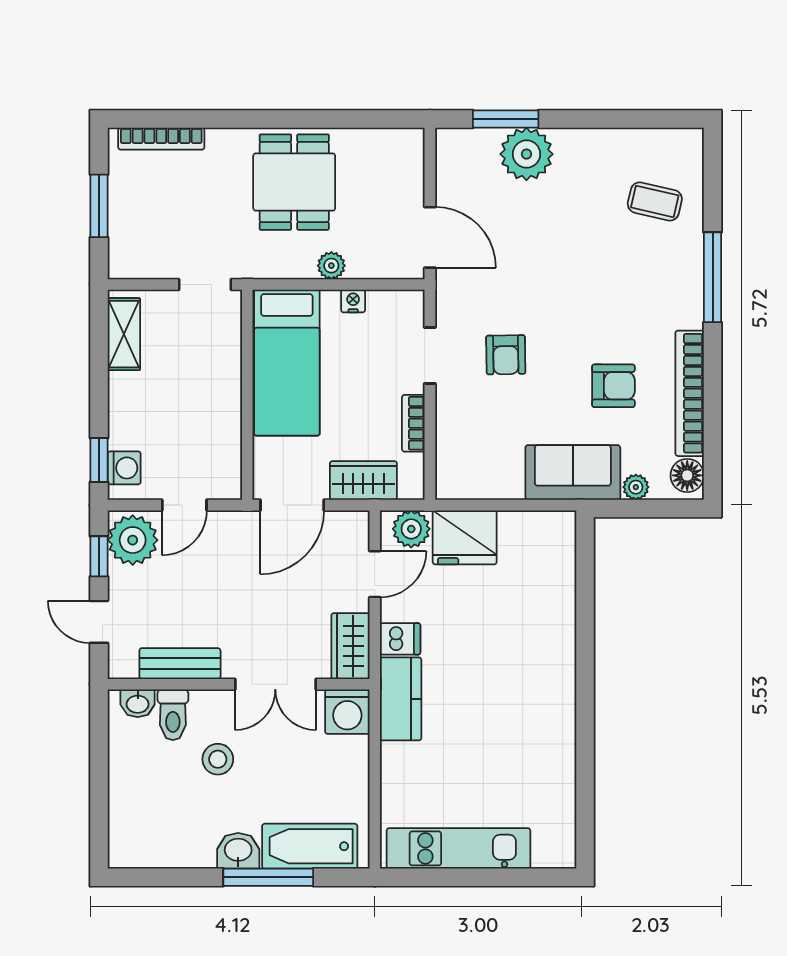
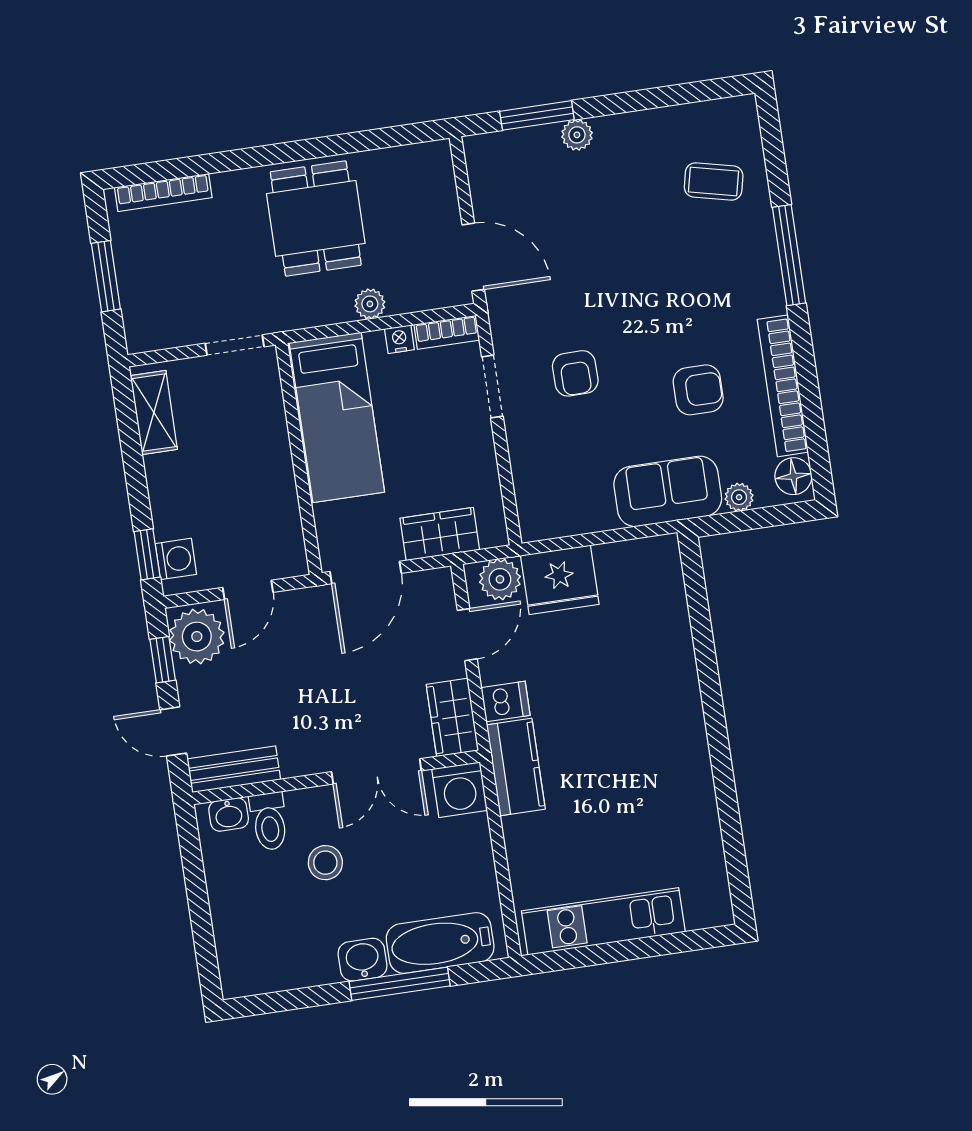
plant: (526, 154) -> (577, 135), width x0.53, depth x0.53
bookcase: (413, 423) -> (447, 332), moved, turned -90
bench: (180, 664) -> (234, 769), moved

